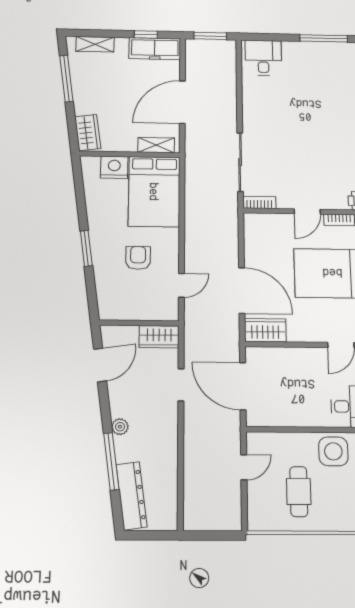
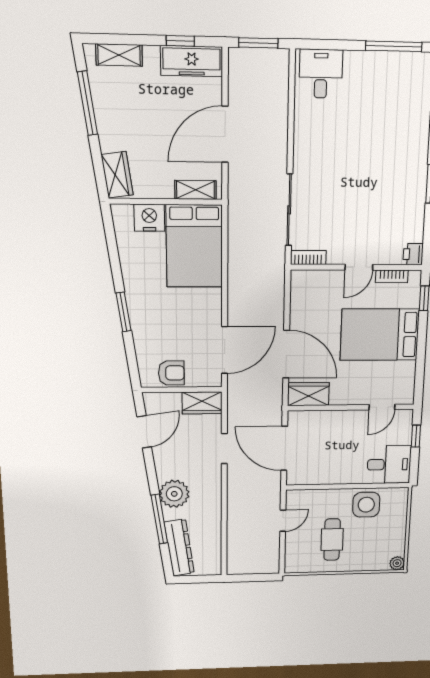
armchair: (138, 258) -> (171, 373), moved, turned 90
door: (181, 285) -> (225, 350), width x1.88
plant: (120, 427) -> (174, 494), width x1.87, depth x1.87

